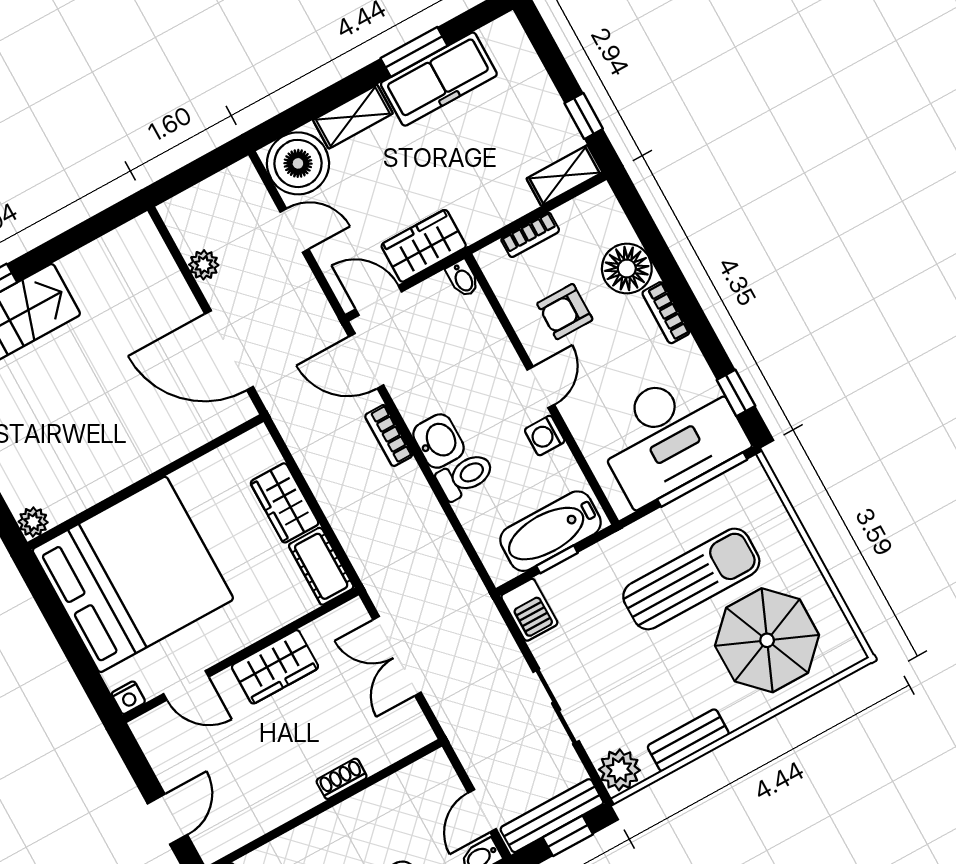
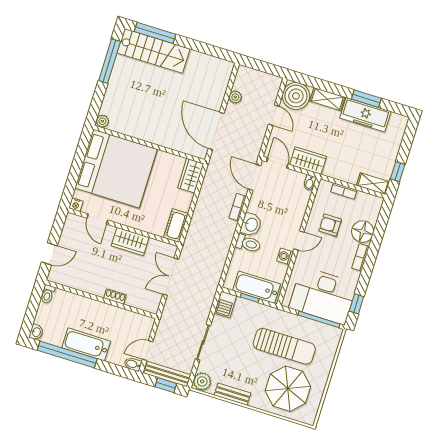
wardrobe: (285, 503) -> (191, 176), moved

